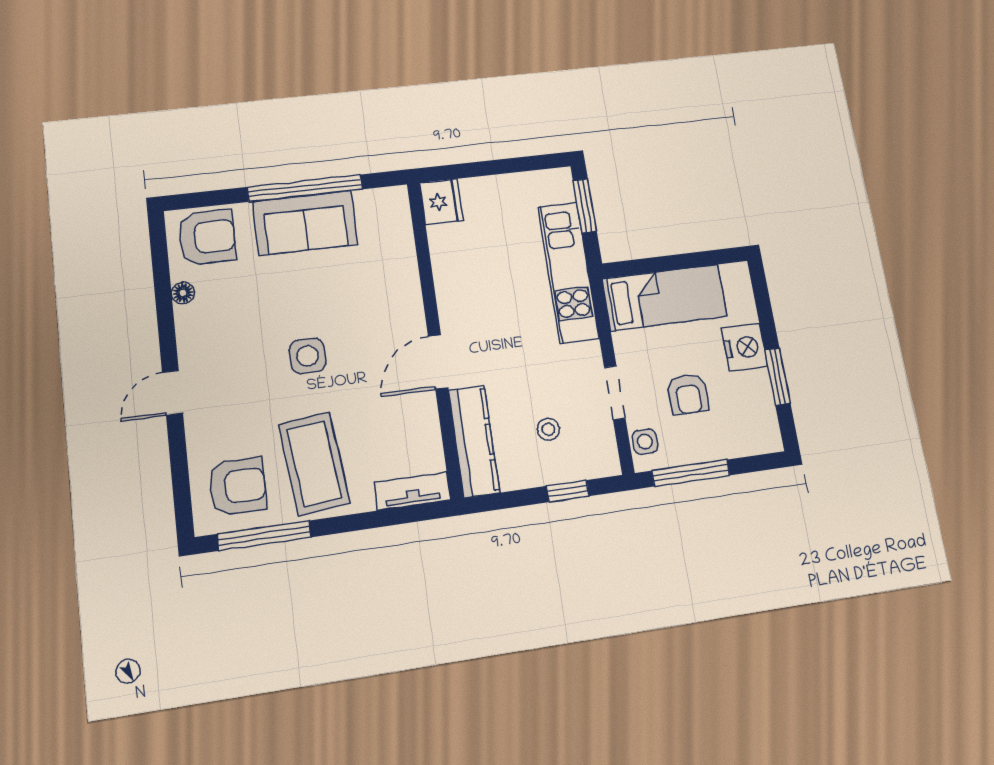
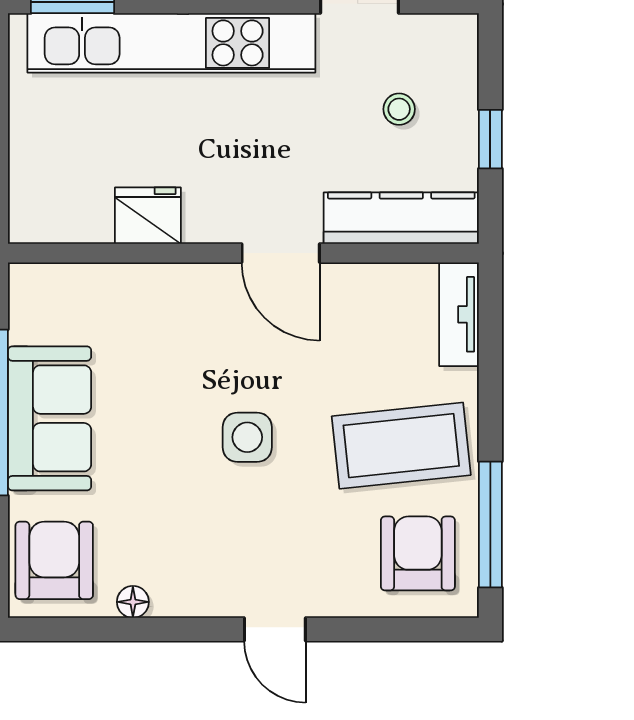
fridge: (441, 202) -> (148, 216), moved
kitchen unit: (568, 272) -> (171, 43), width x1.36
window: (568, 491) -> (490, 139), moved

